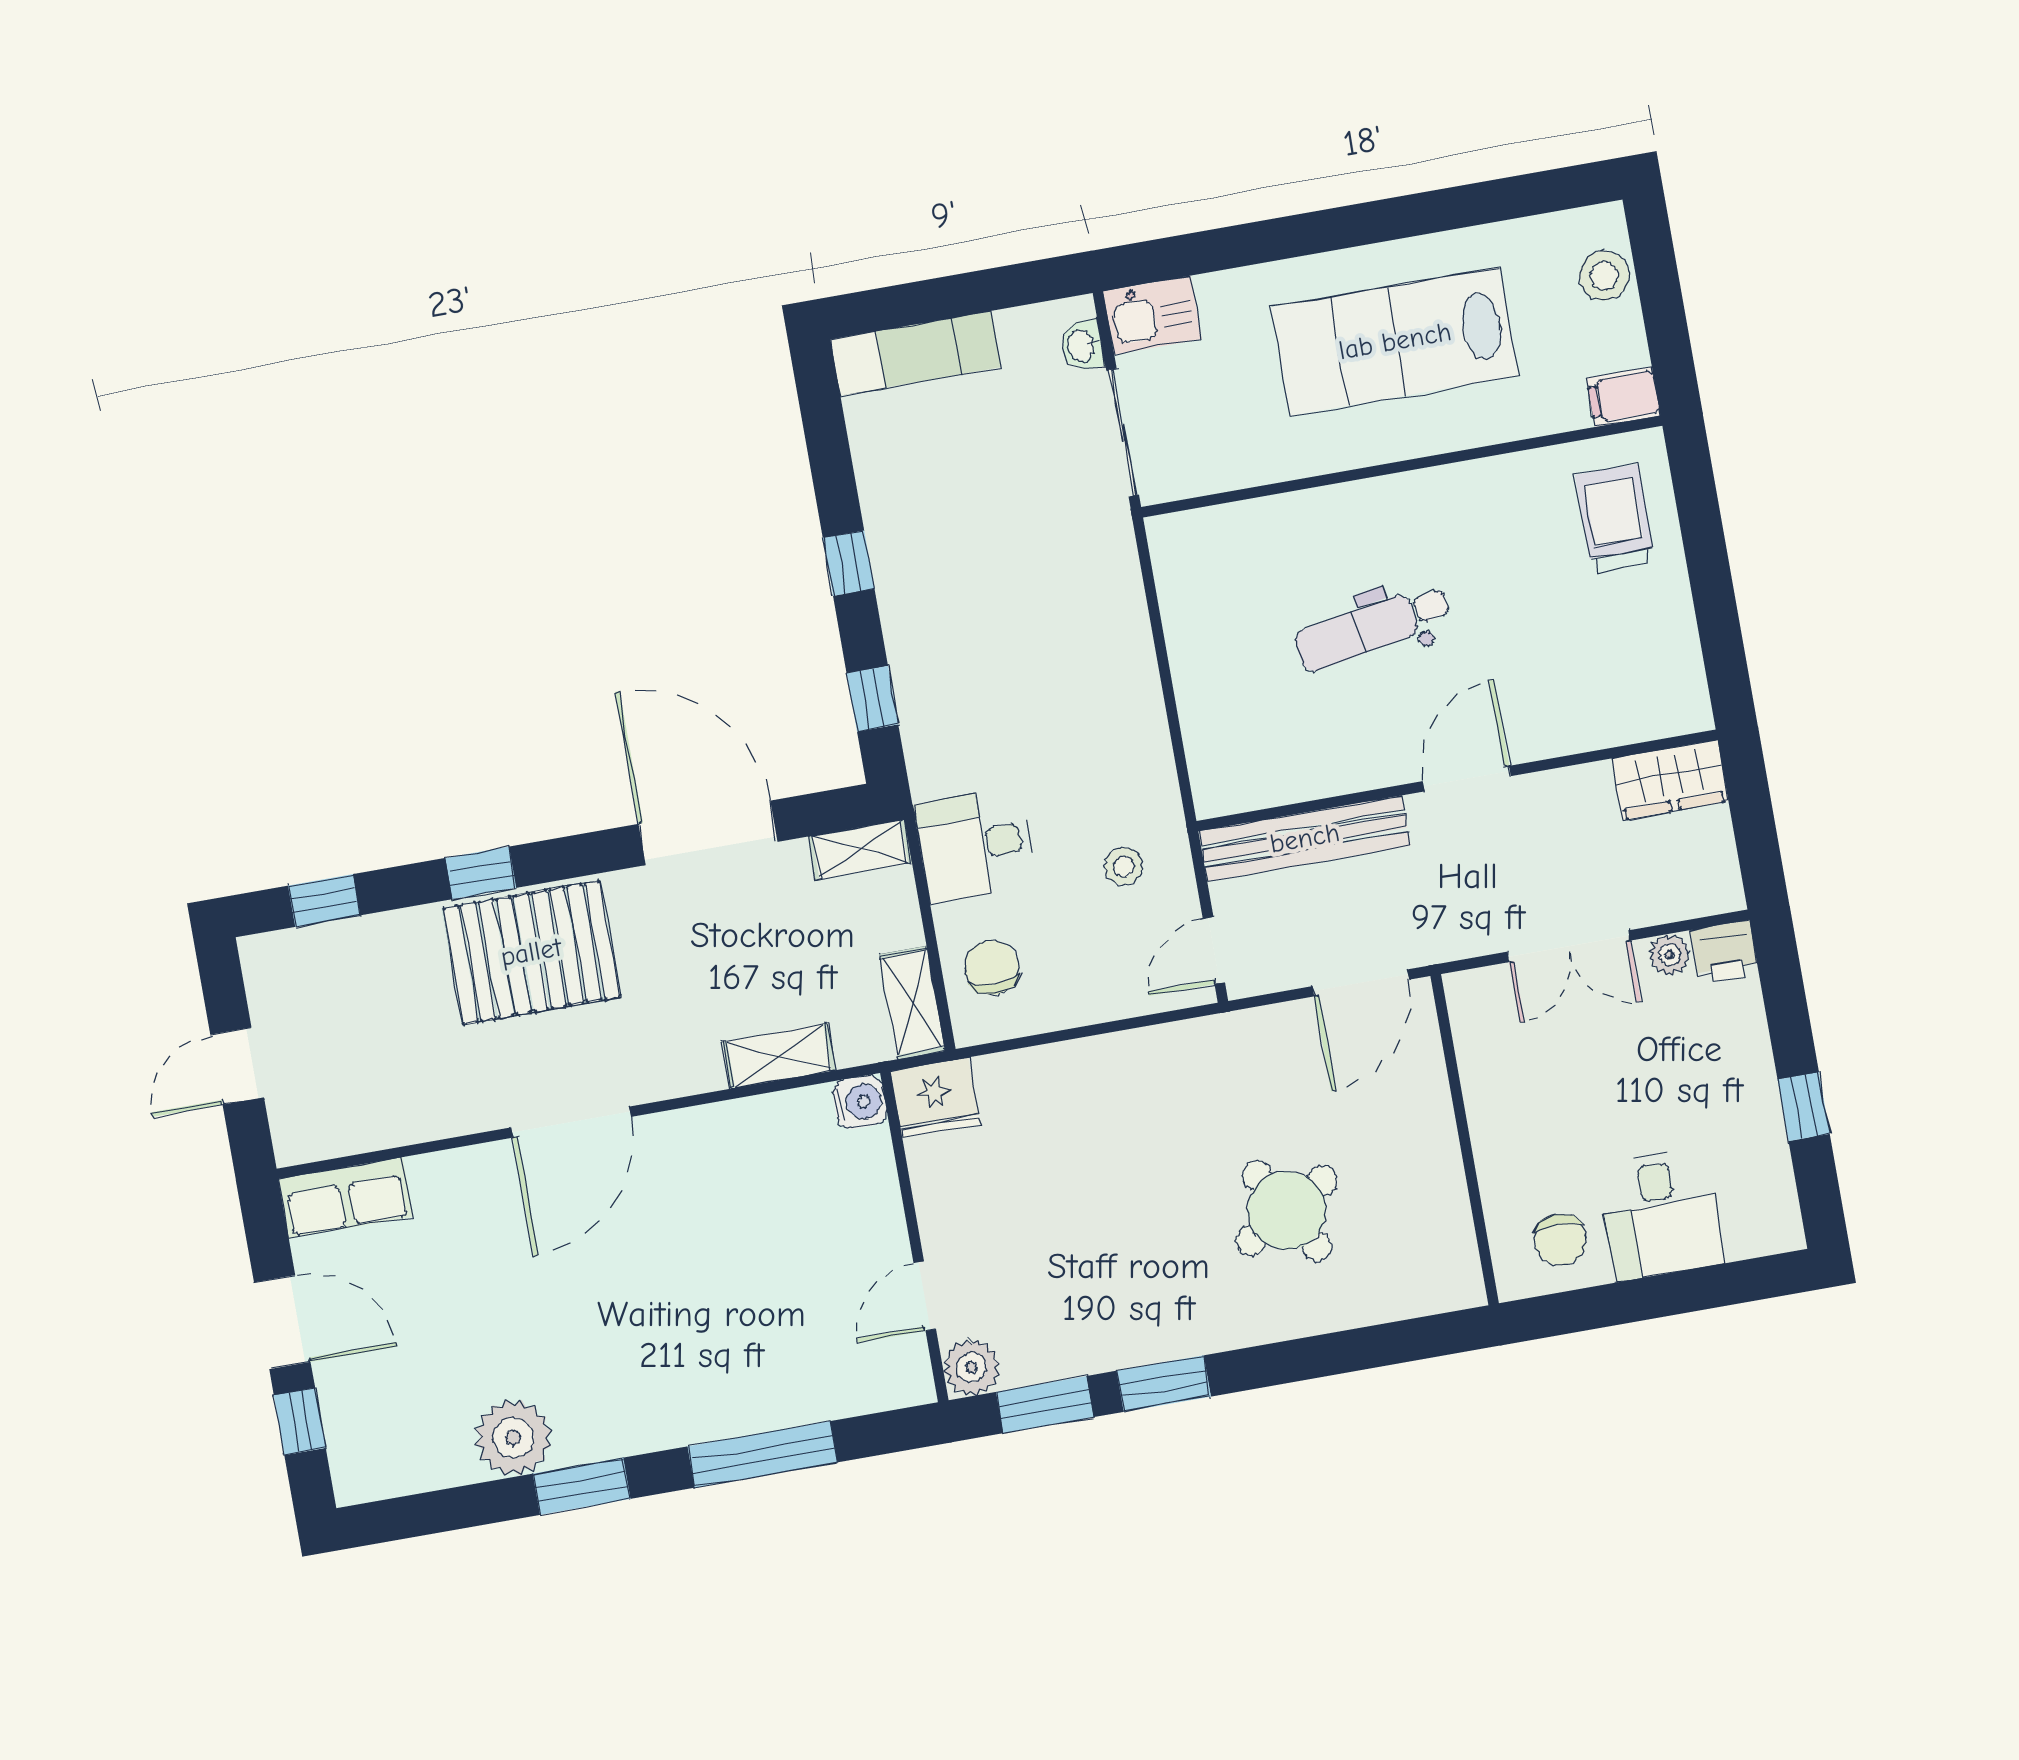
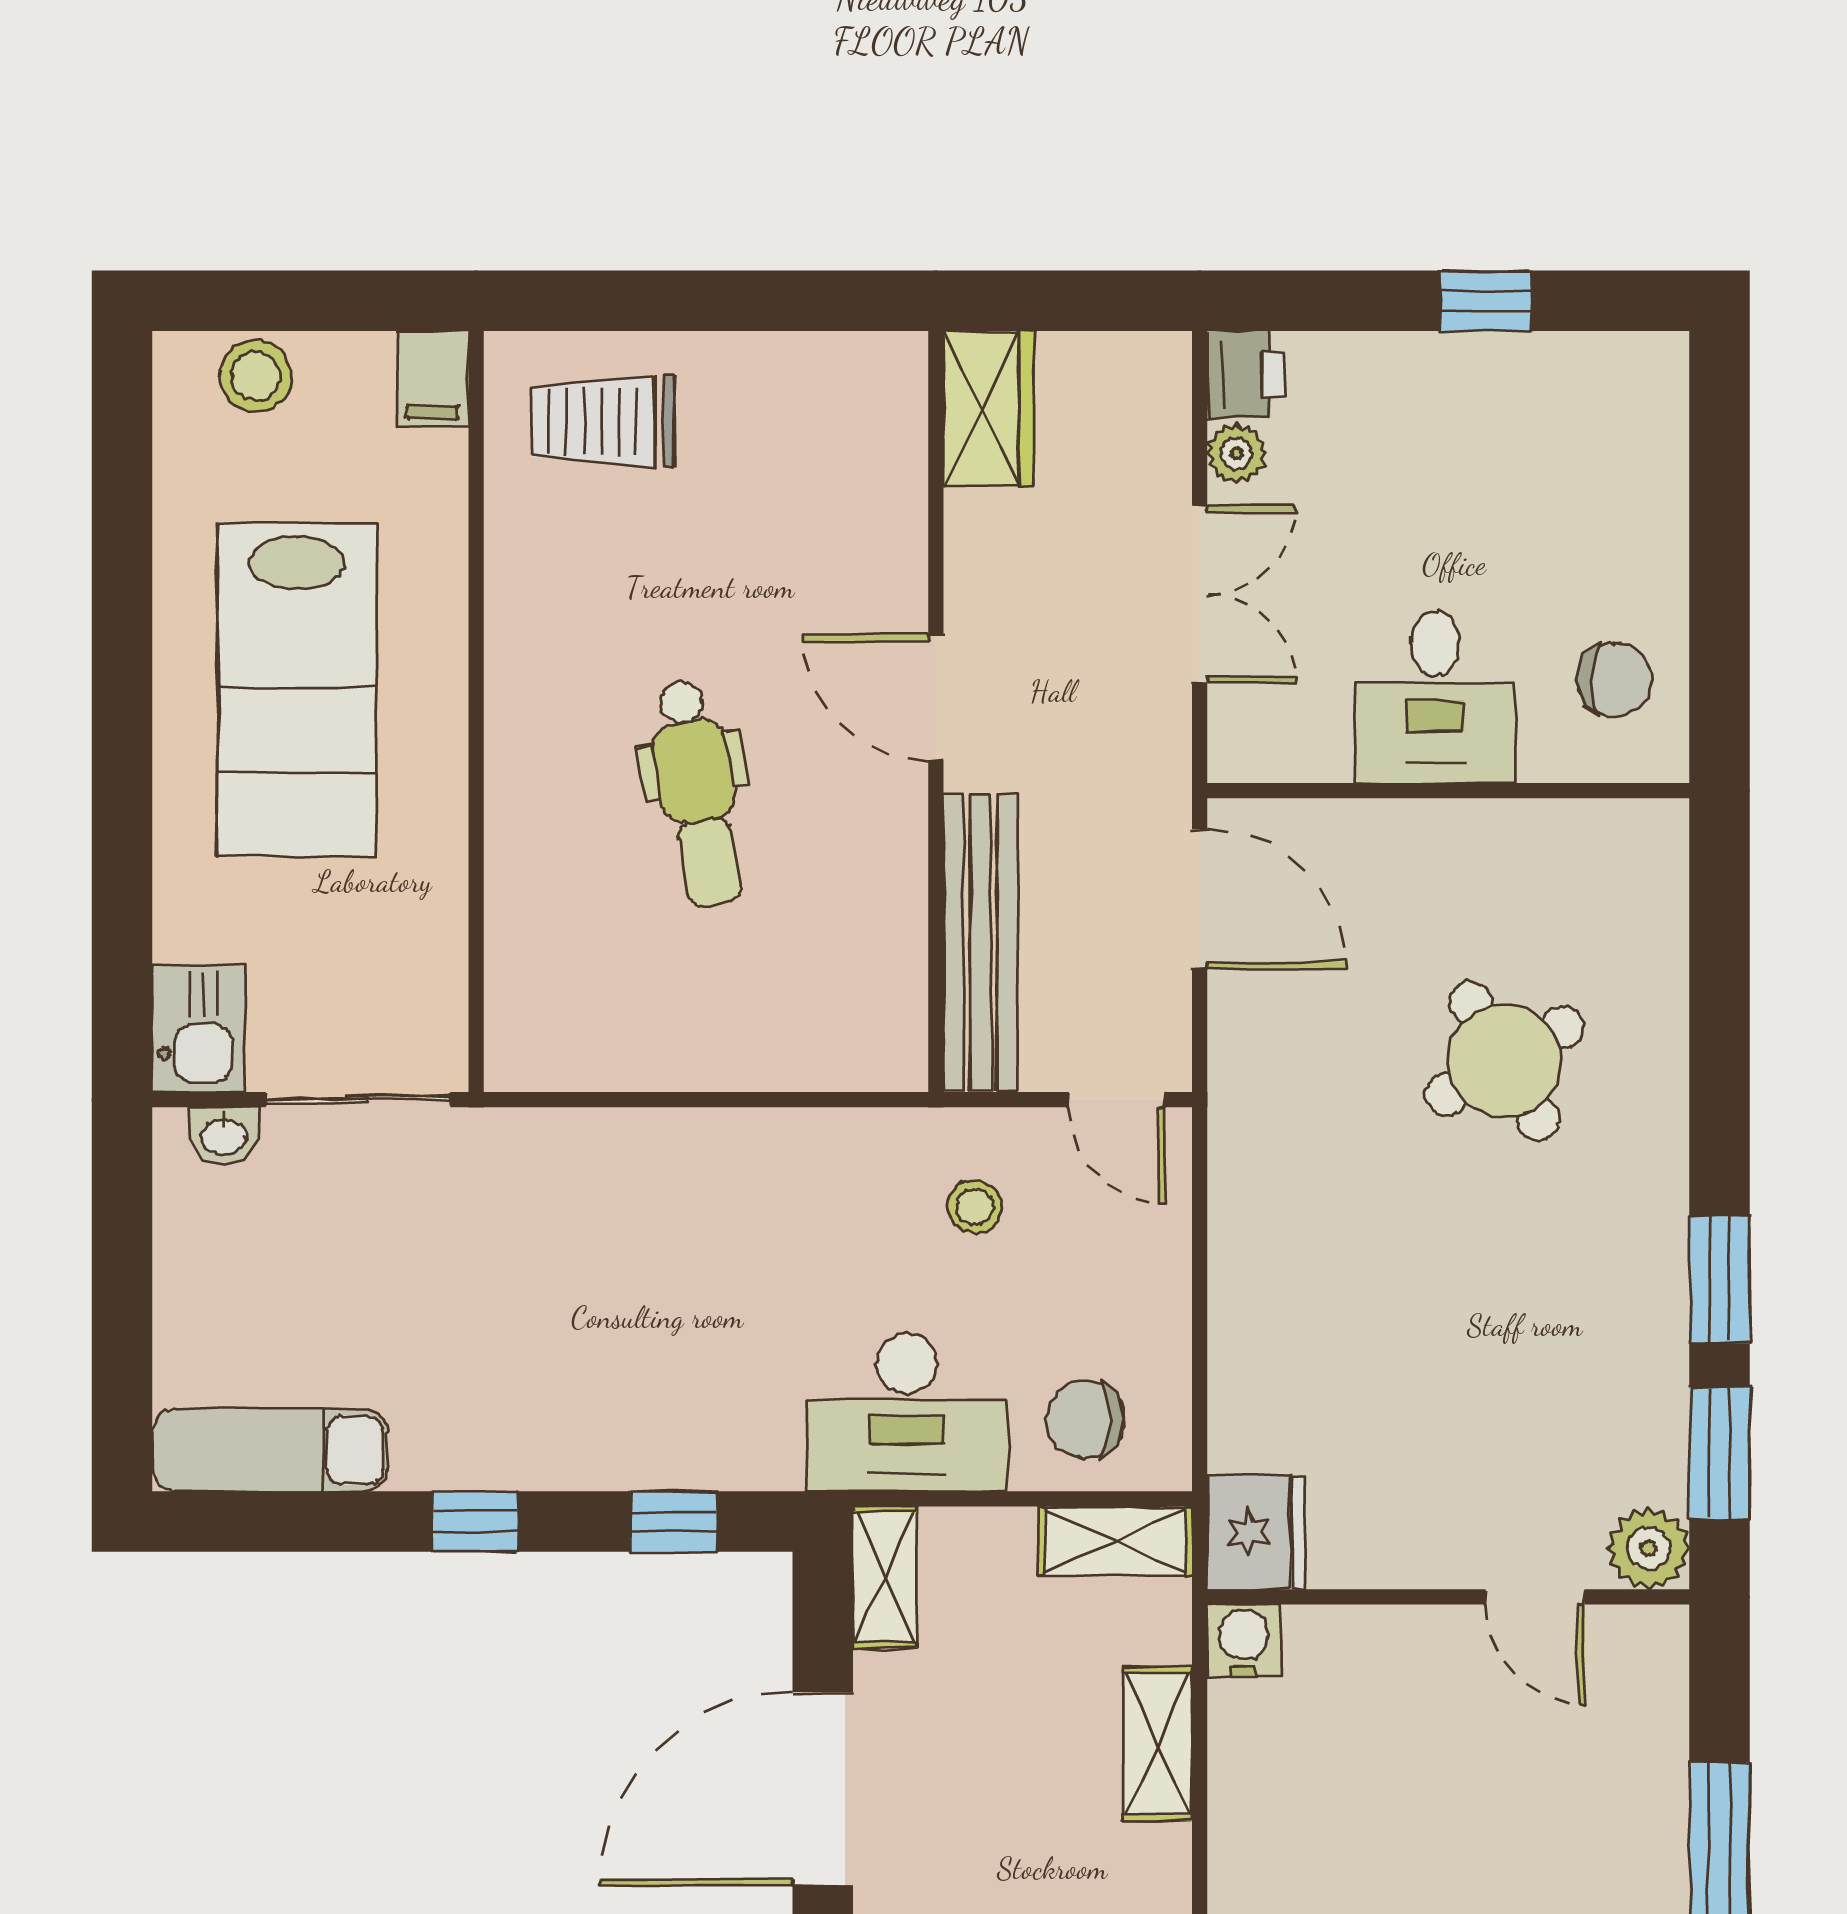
exam couch: (916, 353) -> (270, 1450), moved, turned -90
desk: (975, 845) -> (907, 1413), width x1.37
desk: (1661, 1214) -> (1435, 697), moved, turned 90

